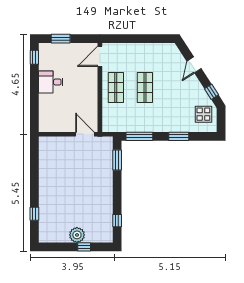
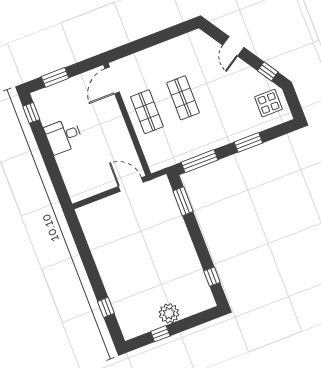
window: (84, 247) -> (160, 334), moved

